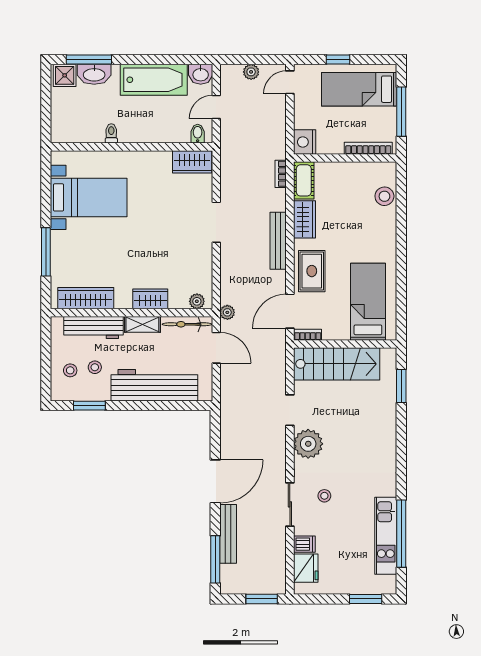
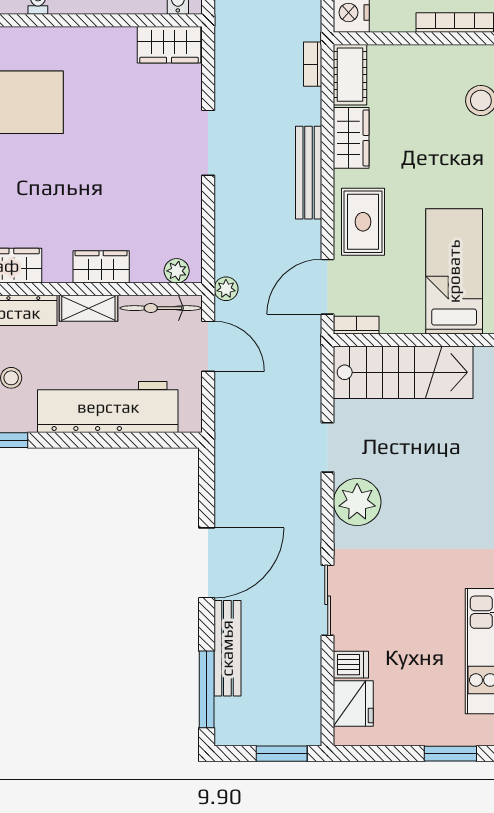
stool: (324, 496) -> (383, 586), removed

